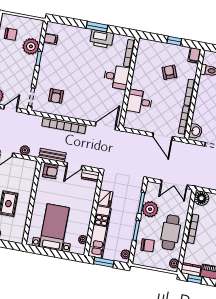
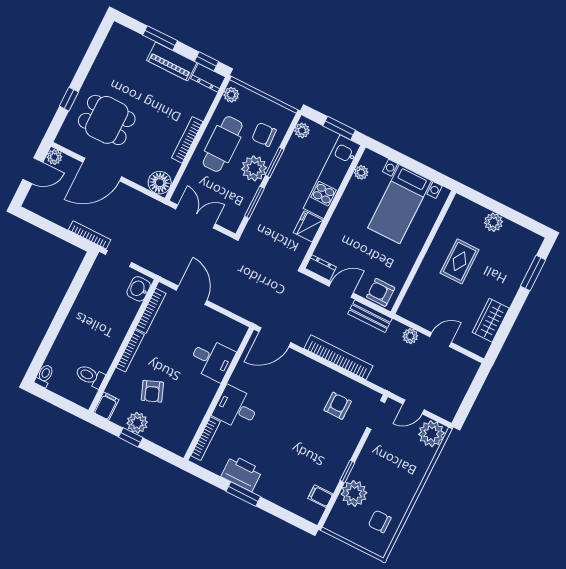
plant: (173, 51) -> (137, 423), added
plant: (150, 209) -> (254, 168), moved

